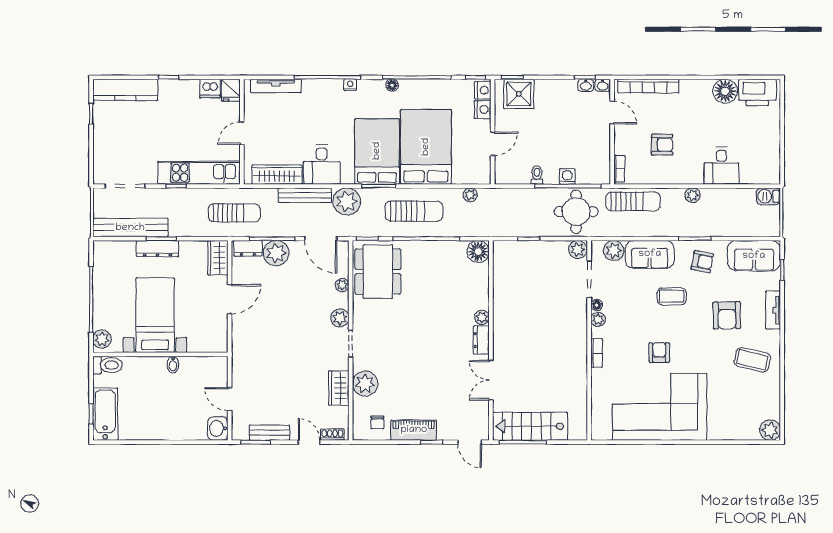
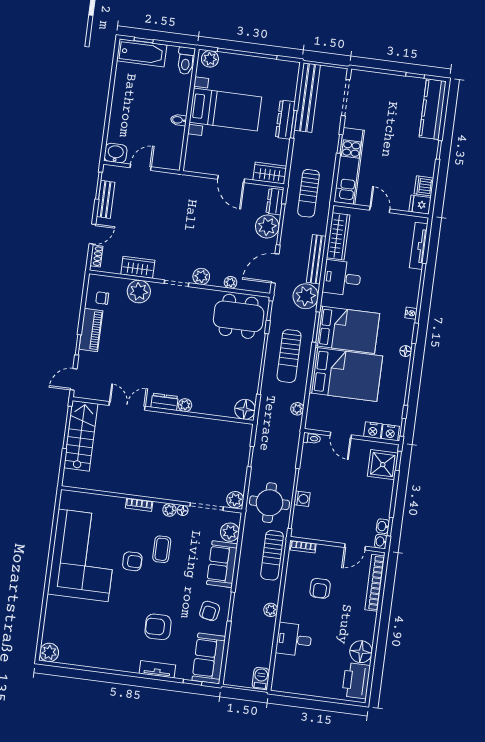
toilet: (537, 175) -> (312, 438), moved
coffee table: (672, 296) -> (162, 549), moved
coffee table: (752, 360) -> (115, 645), removed

